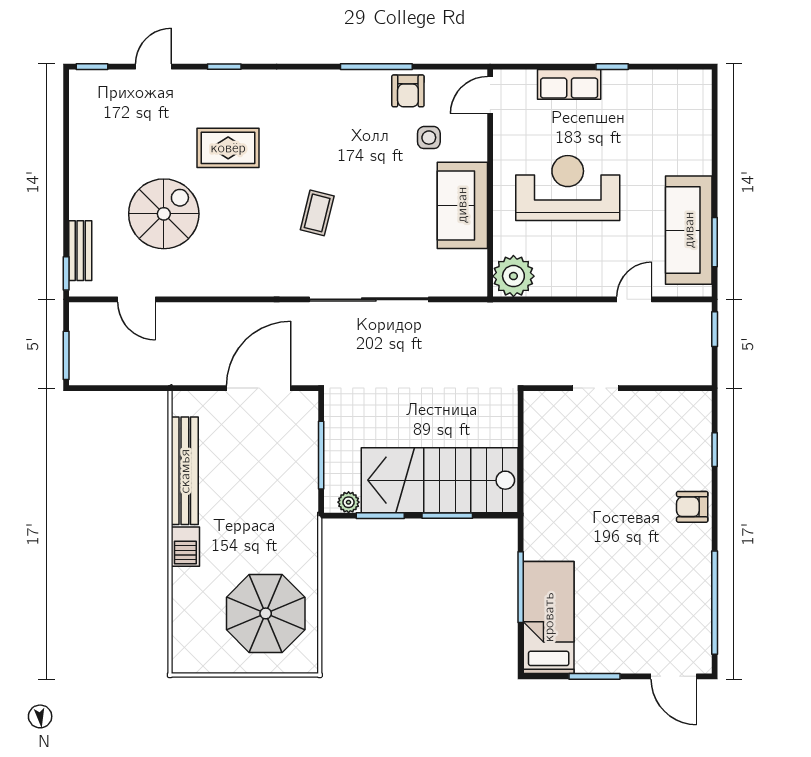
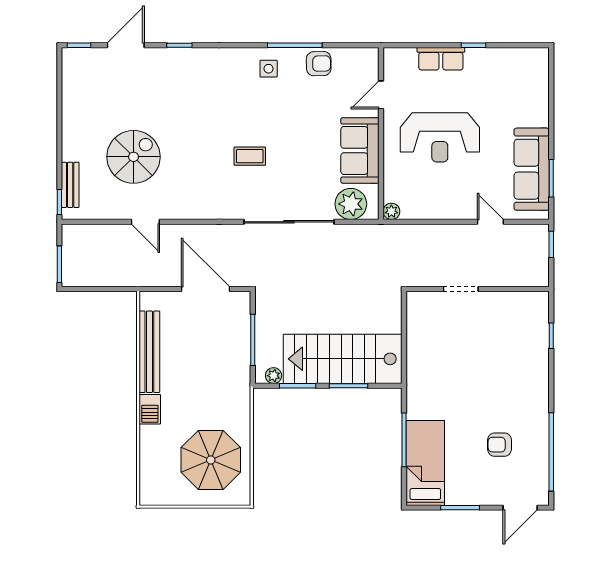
door: (154, 67) -> (126, 45), width x1.38
armchair: (408, 91) -> (319, 64), turned -91
door: (490, 95) -> (381, 95), moved
side table: (429, 138) -> (269, 69), moved
rug: (228, 148) -> (182, 107), removed
reception desk: (568, 188) -> (440, 137), turned 180
coffee table: (317, 213) -> (250, 156), turned 76
plant: (450, 276) -> (351, 204), added
plant: (513, 276) -> (391, 211), width x0.53, depth x0.53
door: (137, 299) -> (145, 222), moved
door: (634, 299) -> (490, 222), hinge flipped
door: (259, 388) -> (206, 289), hinge flipped
armchair: (692, 507) -> (499, 445), moved
door: (674, 676) -> (520, 508), hinge flipped

